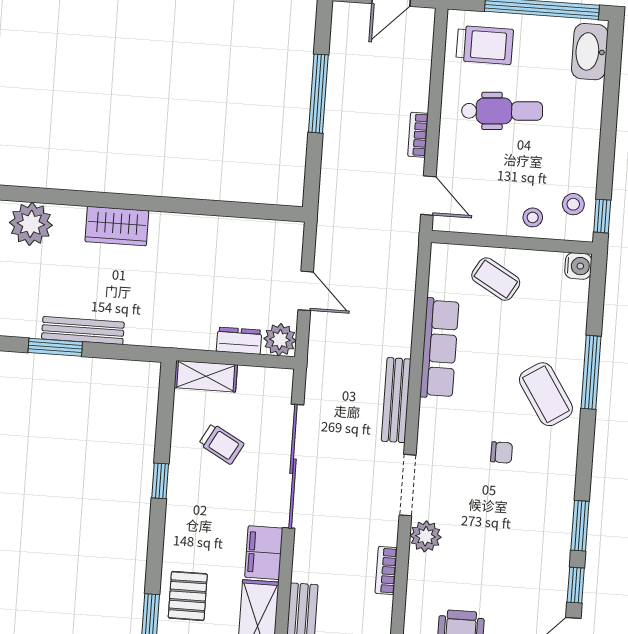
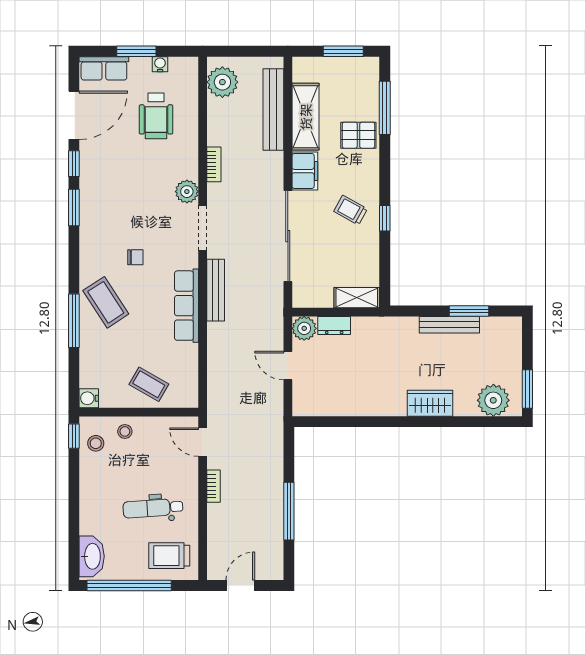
row of seats: (439, 348) -> (187, 306), moved
trolley: (221, 444) -> (351, 210), moved
chair: (502, 452) -> (135, 257), turned 180
pallet: (188, 596) -> (358, 135), turned 90

